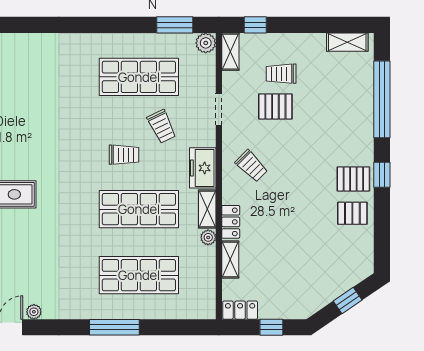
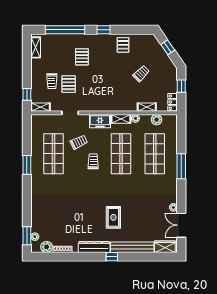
window: (175, 25) -> (27, 165), moved
plant: (206, 43) -> (157, 120), moved
trolley: (251, 166) -> (141, 74), moved
pallet: (353, 179) -> (82, 57), moved
locker: (231, 222) -> (127, 107), removed

